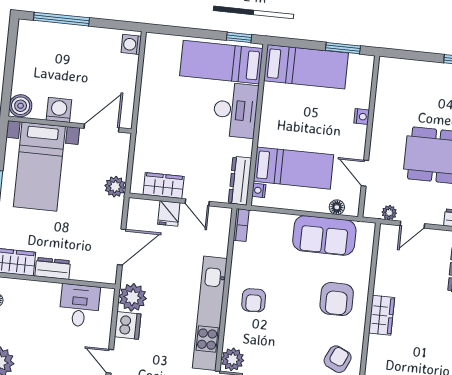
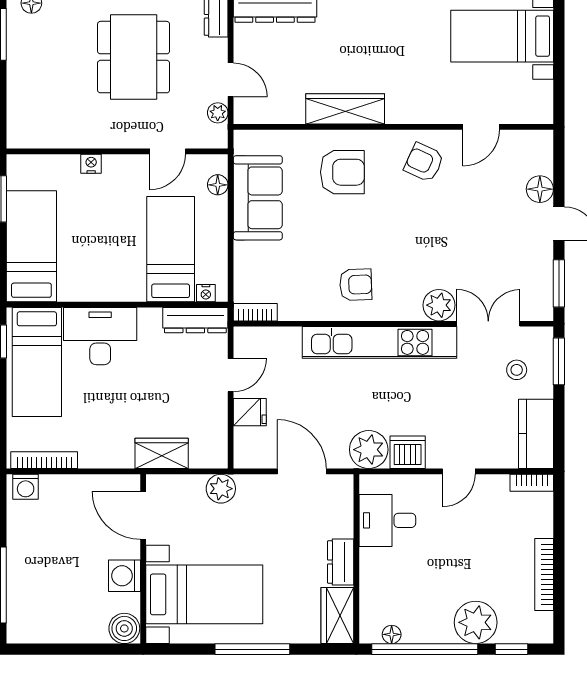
bookcase: (149, 60) -> (44, 460), added
wardrobe: (164, 186) -> (162, 453), moved, turned 90
wardrobe: (382, 315) -> (345, 109), width x1.50

